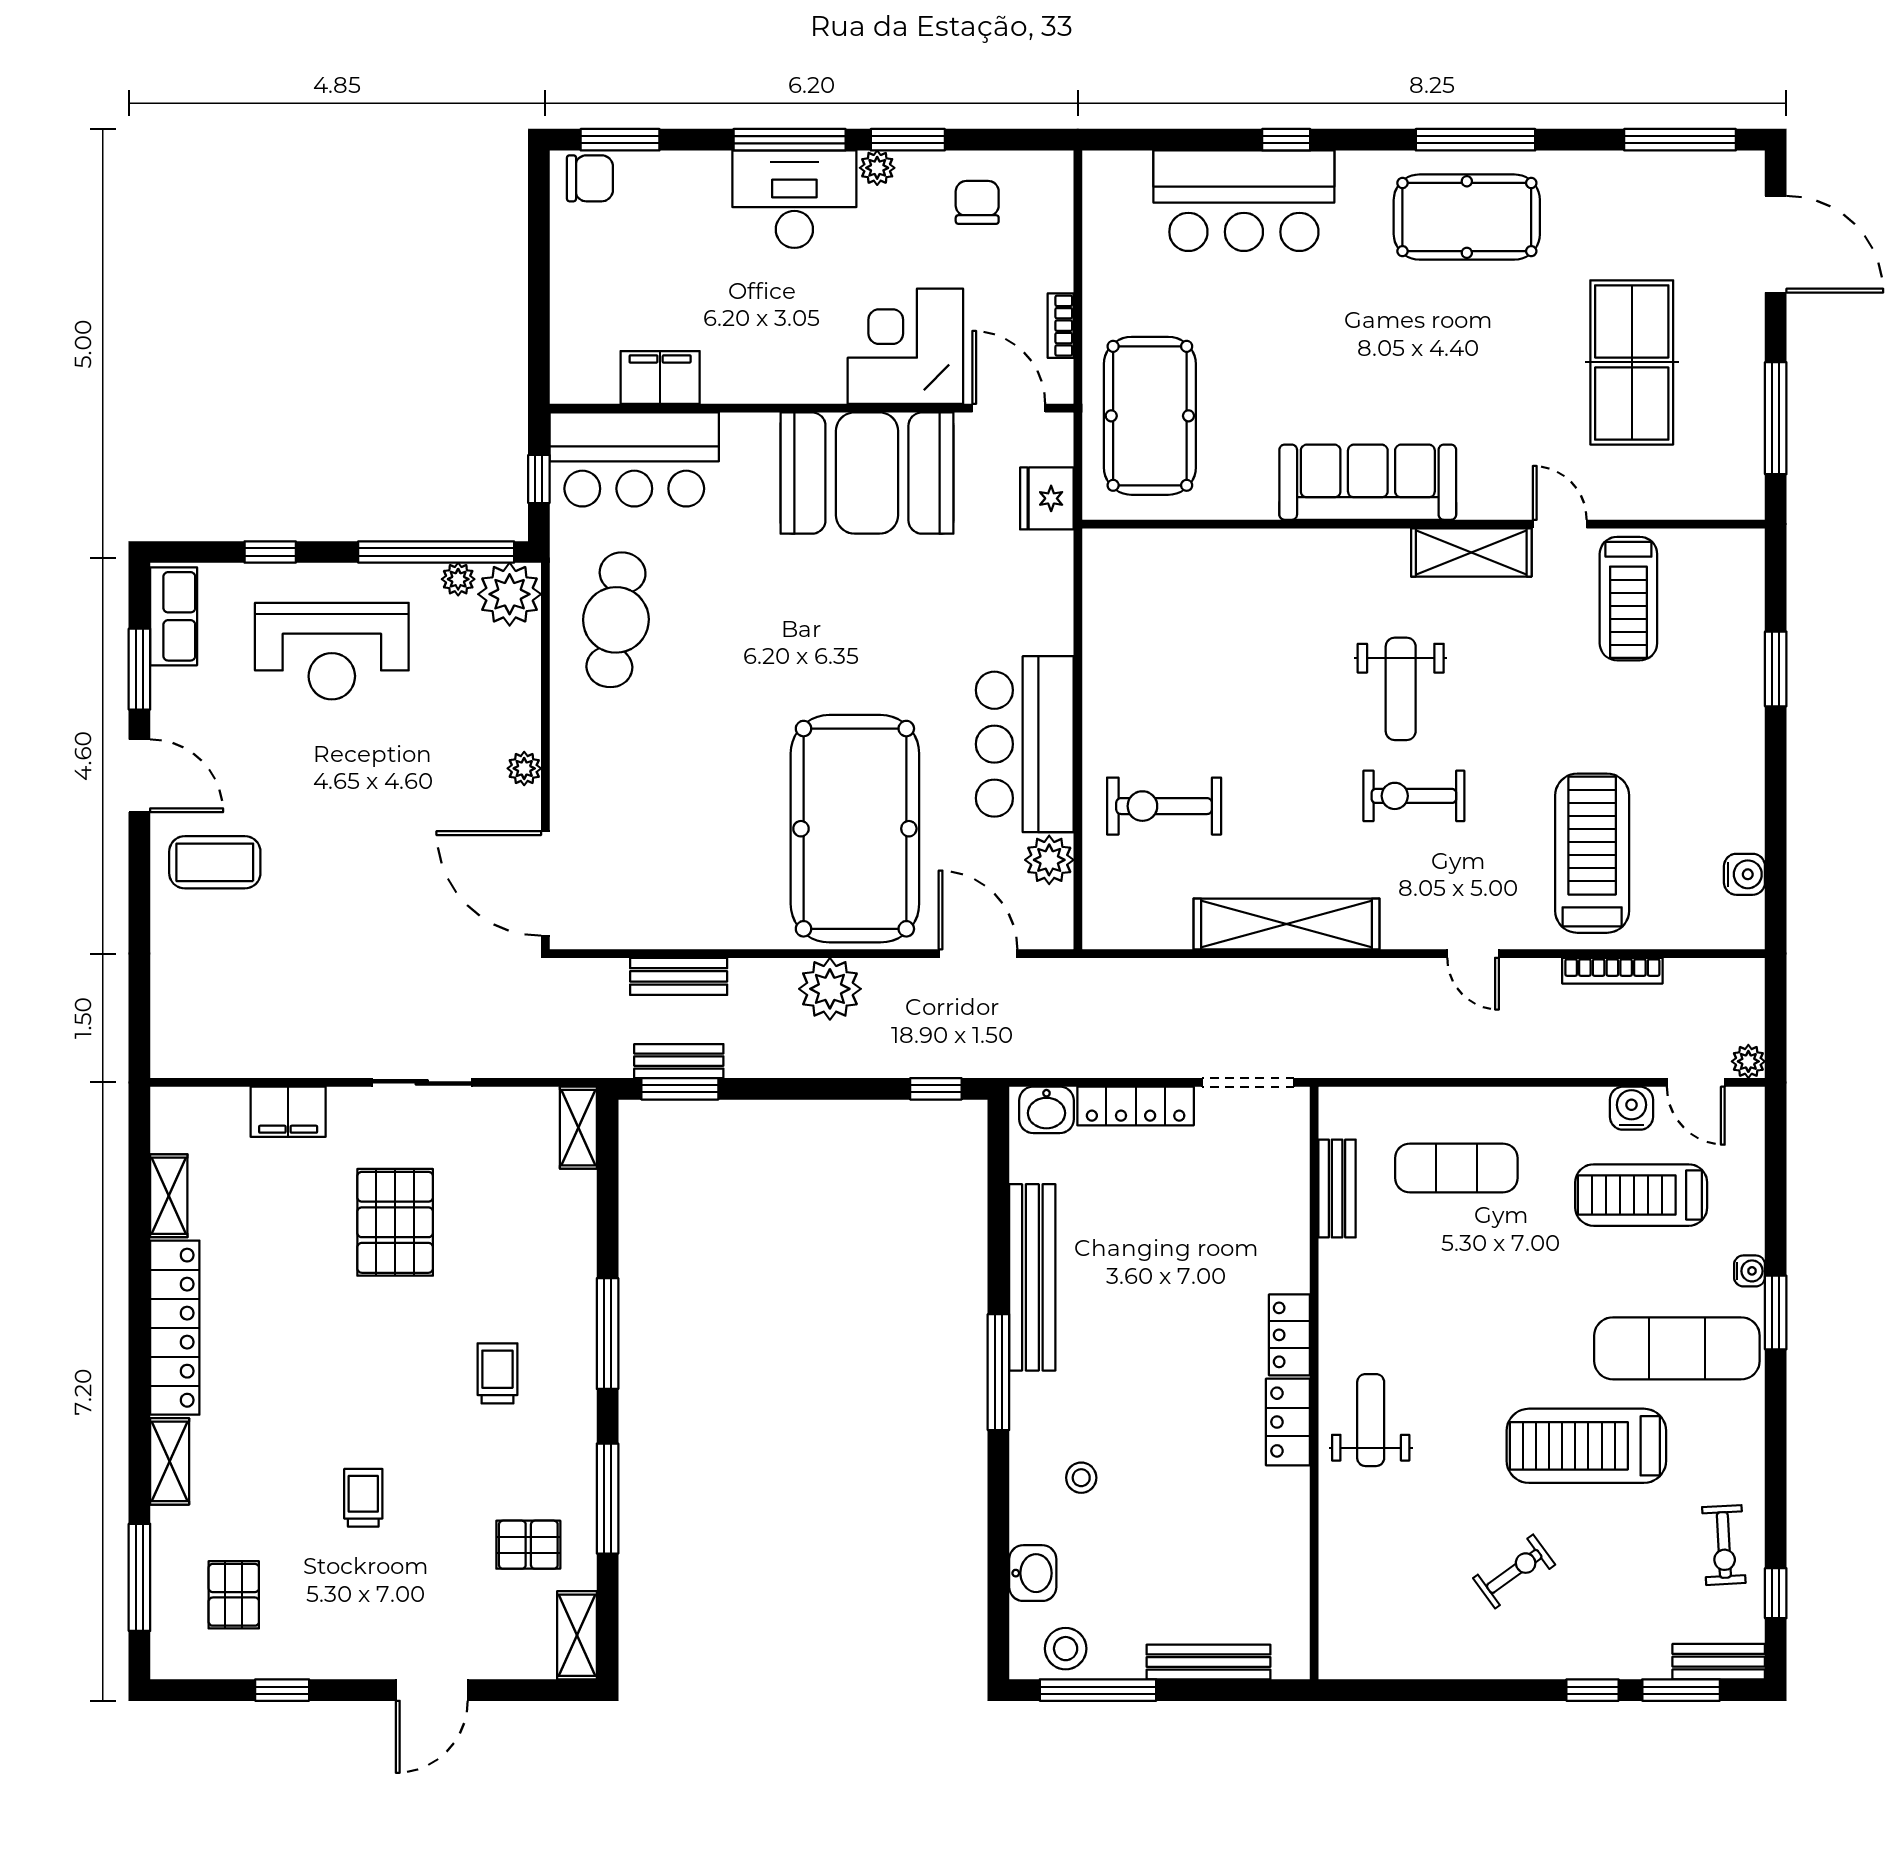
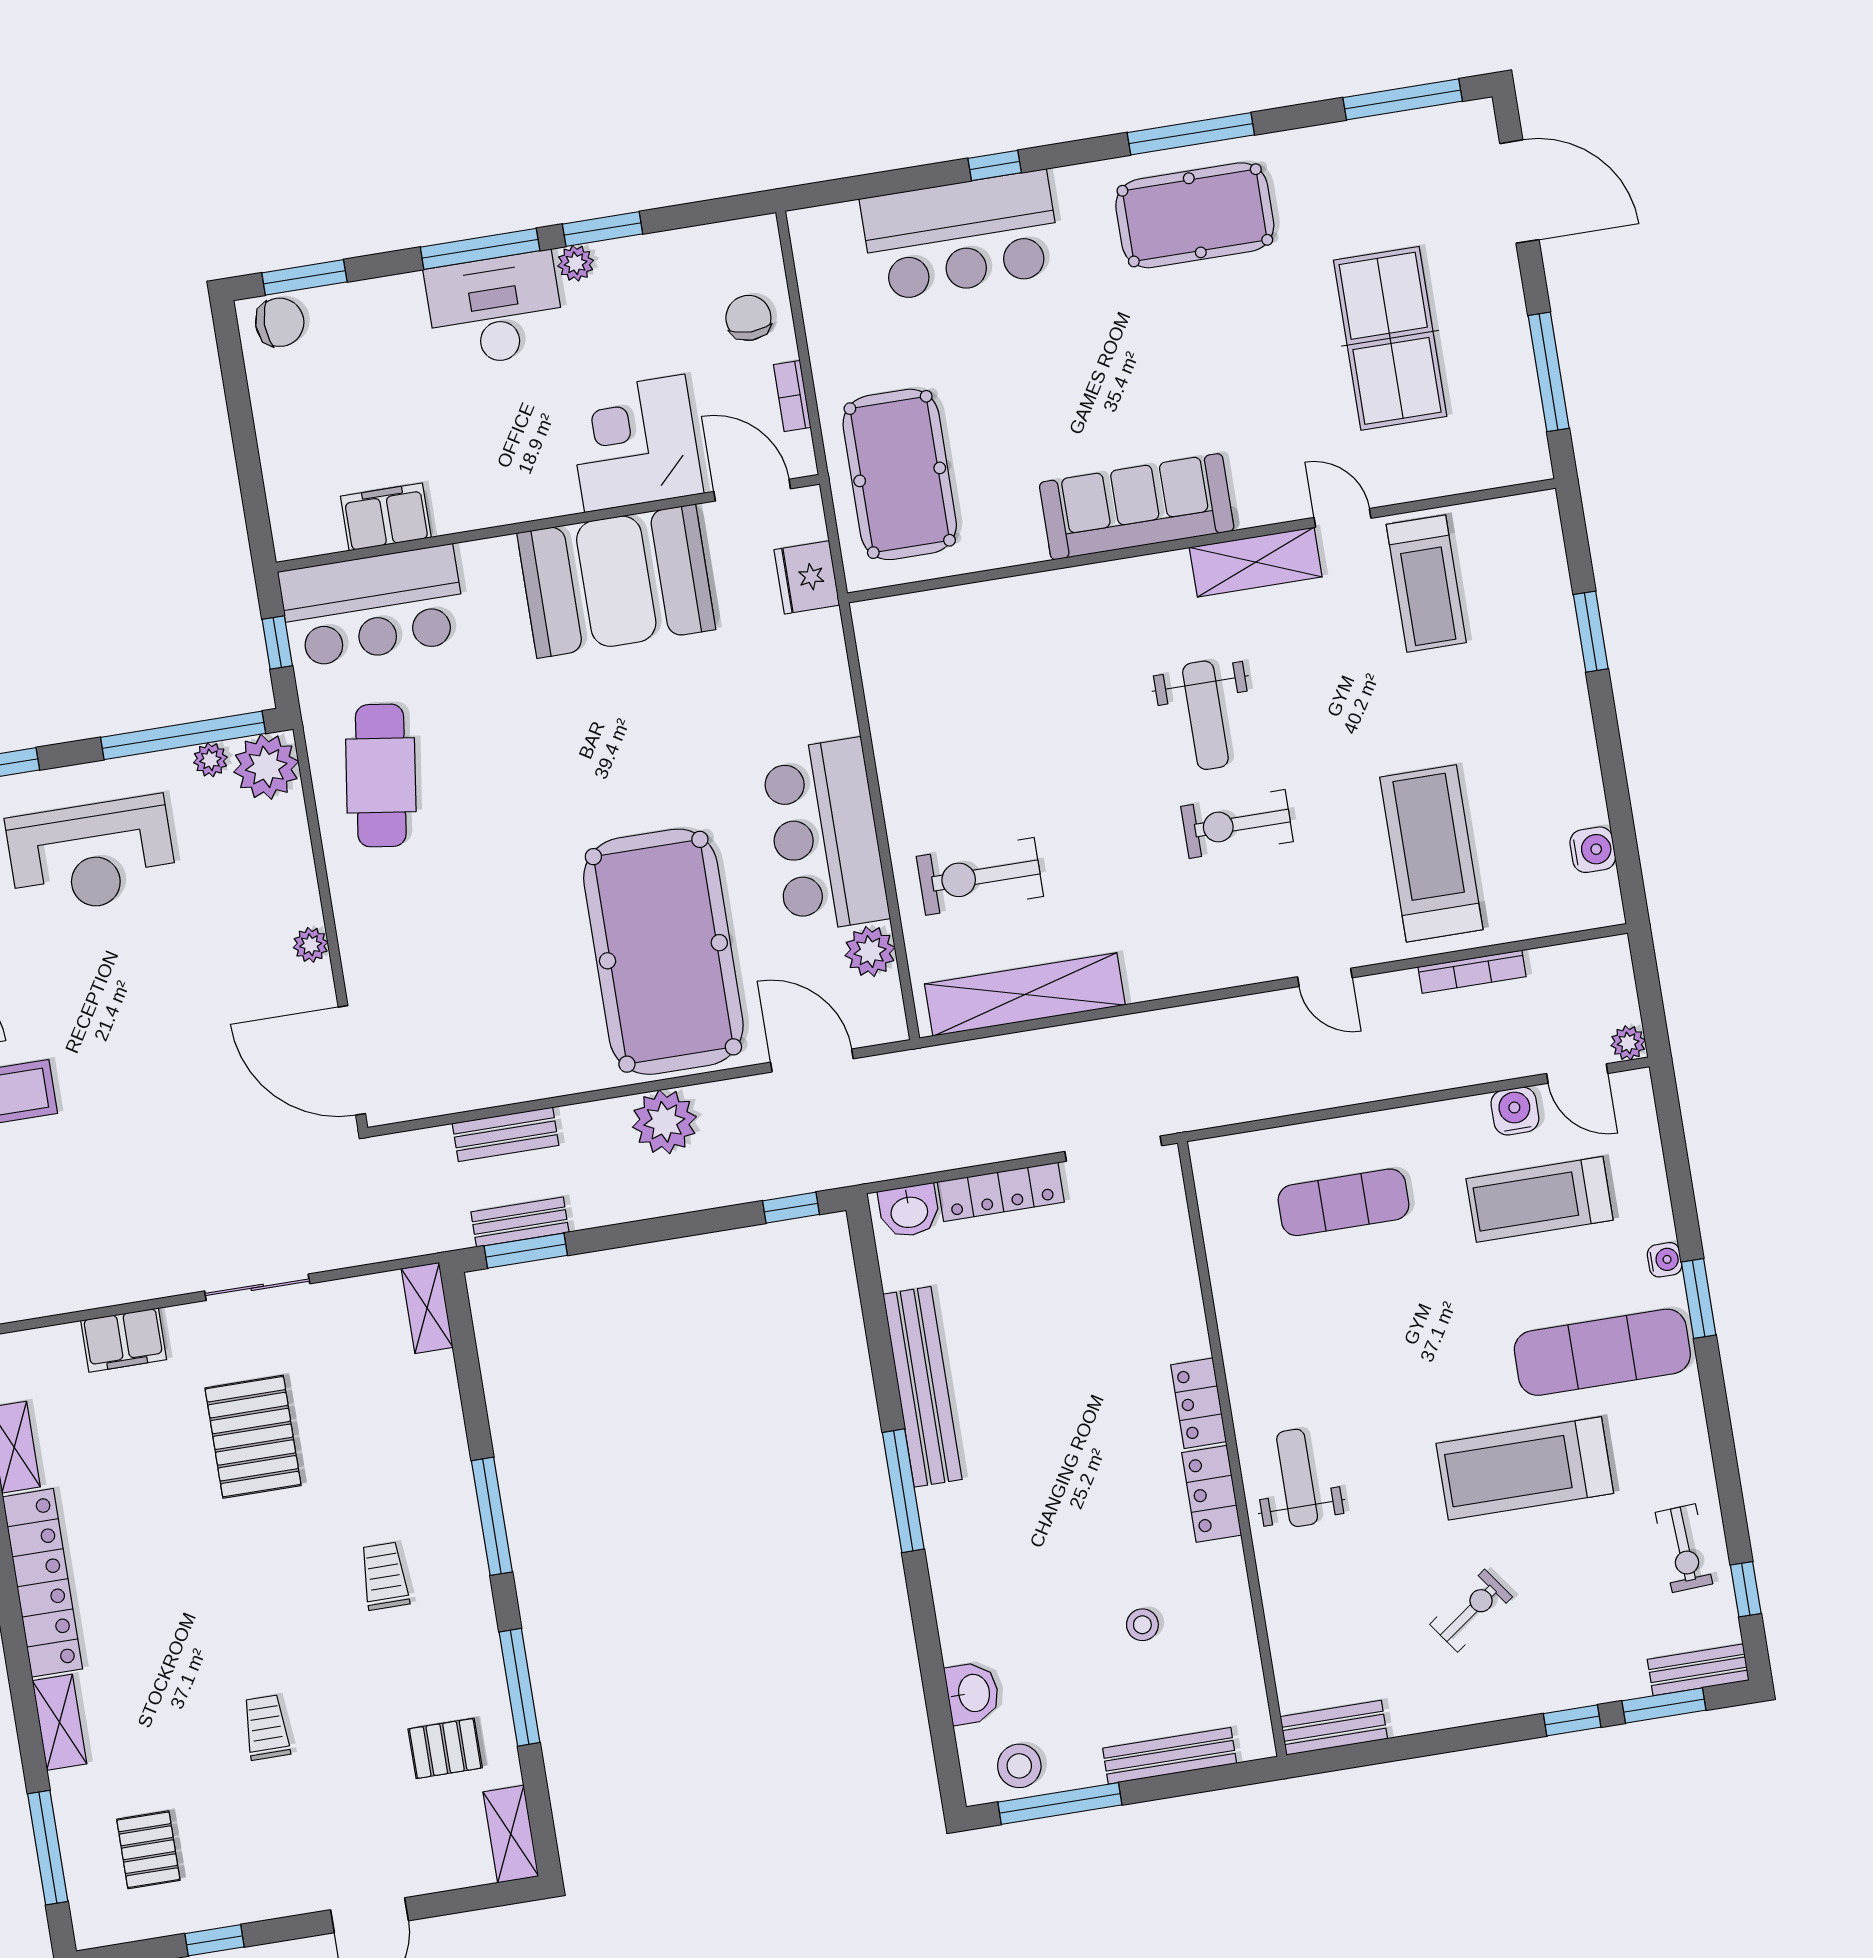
chair: (977, 202) -> (748, 318), moved
shelving: (1287, 924) -> (1025, 994), moved
bench: (1337, 1188) -> (1334, 1728), moved, turned 90
stool: (1081, 1478) -> (1142, 1625), moved

